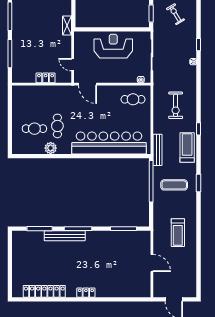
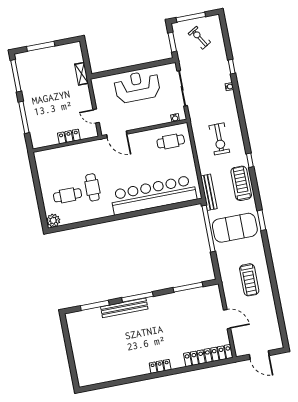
plant: (51, 148) -> (53, 221), moved
exercise mat: (174, 185) -> (235, 228), width x2.00, depth x1.45
locker: (44, 291) -> (208, 356), moved

